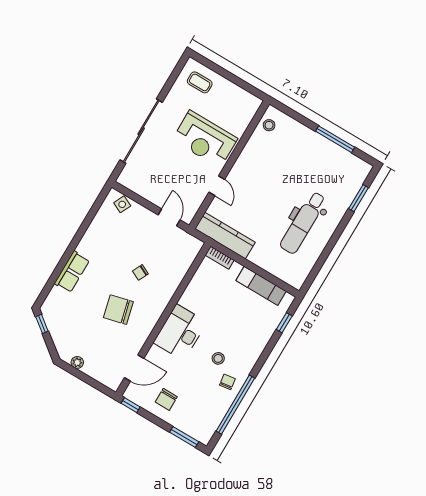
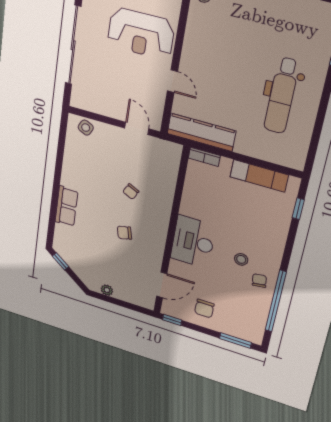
chair: (118, 310) -> (124, 233), width x0.54, depth x0.54

